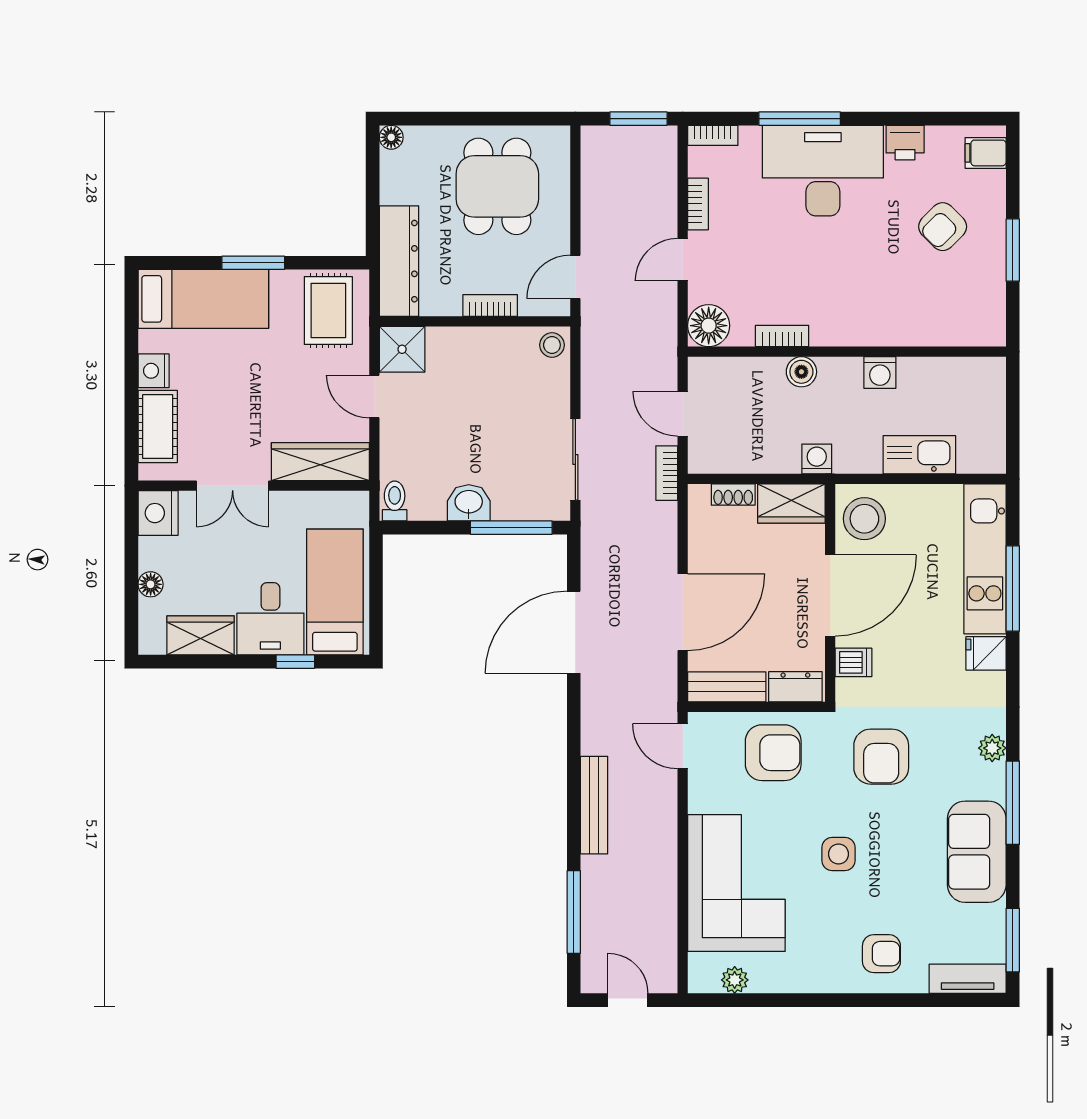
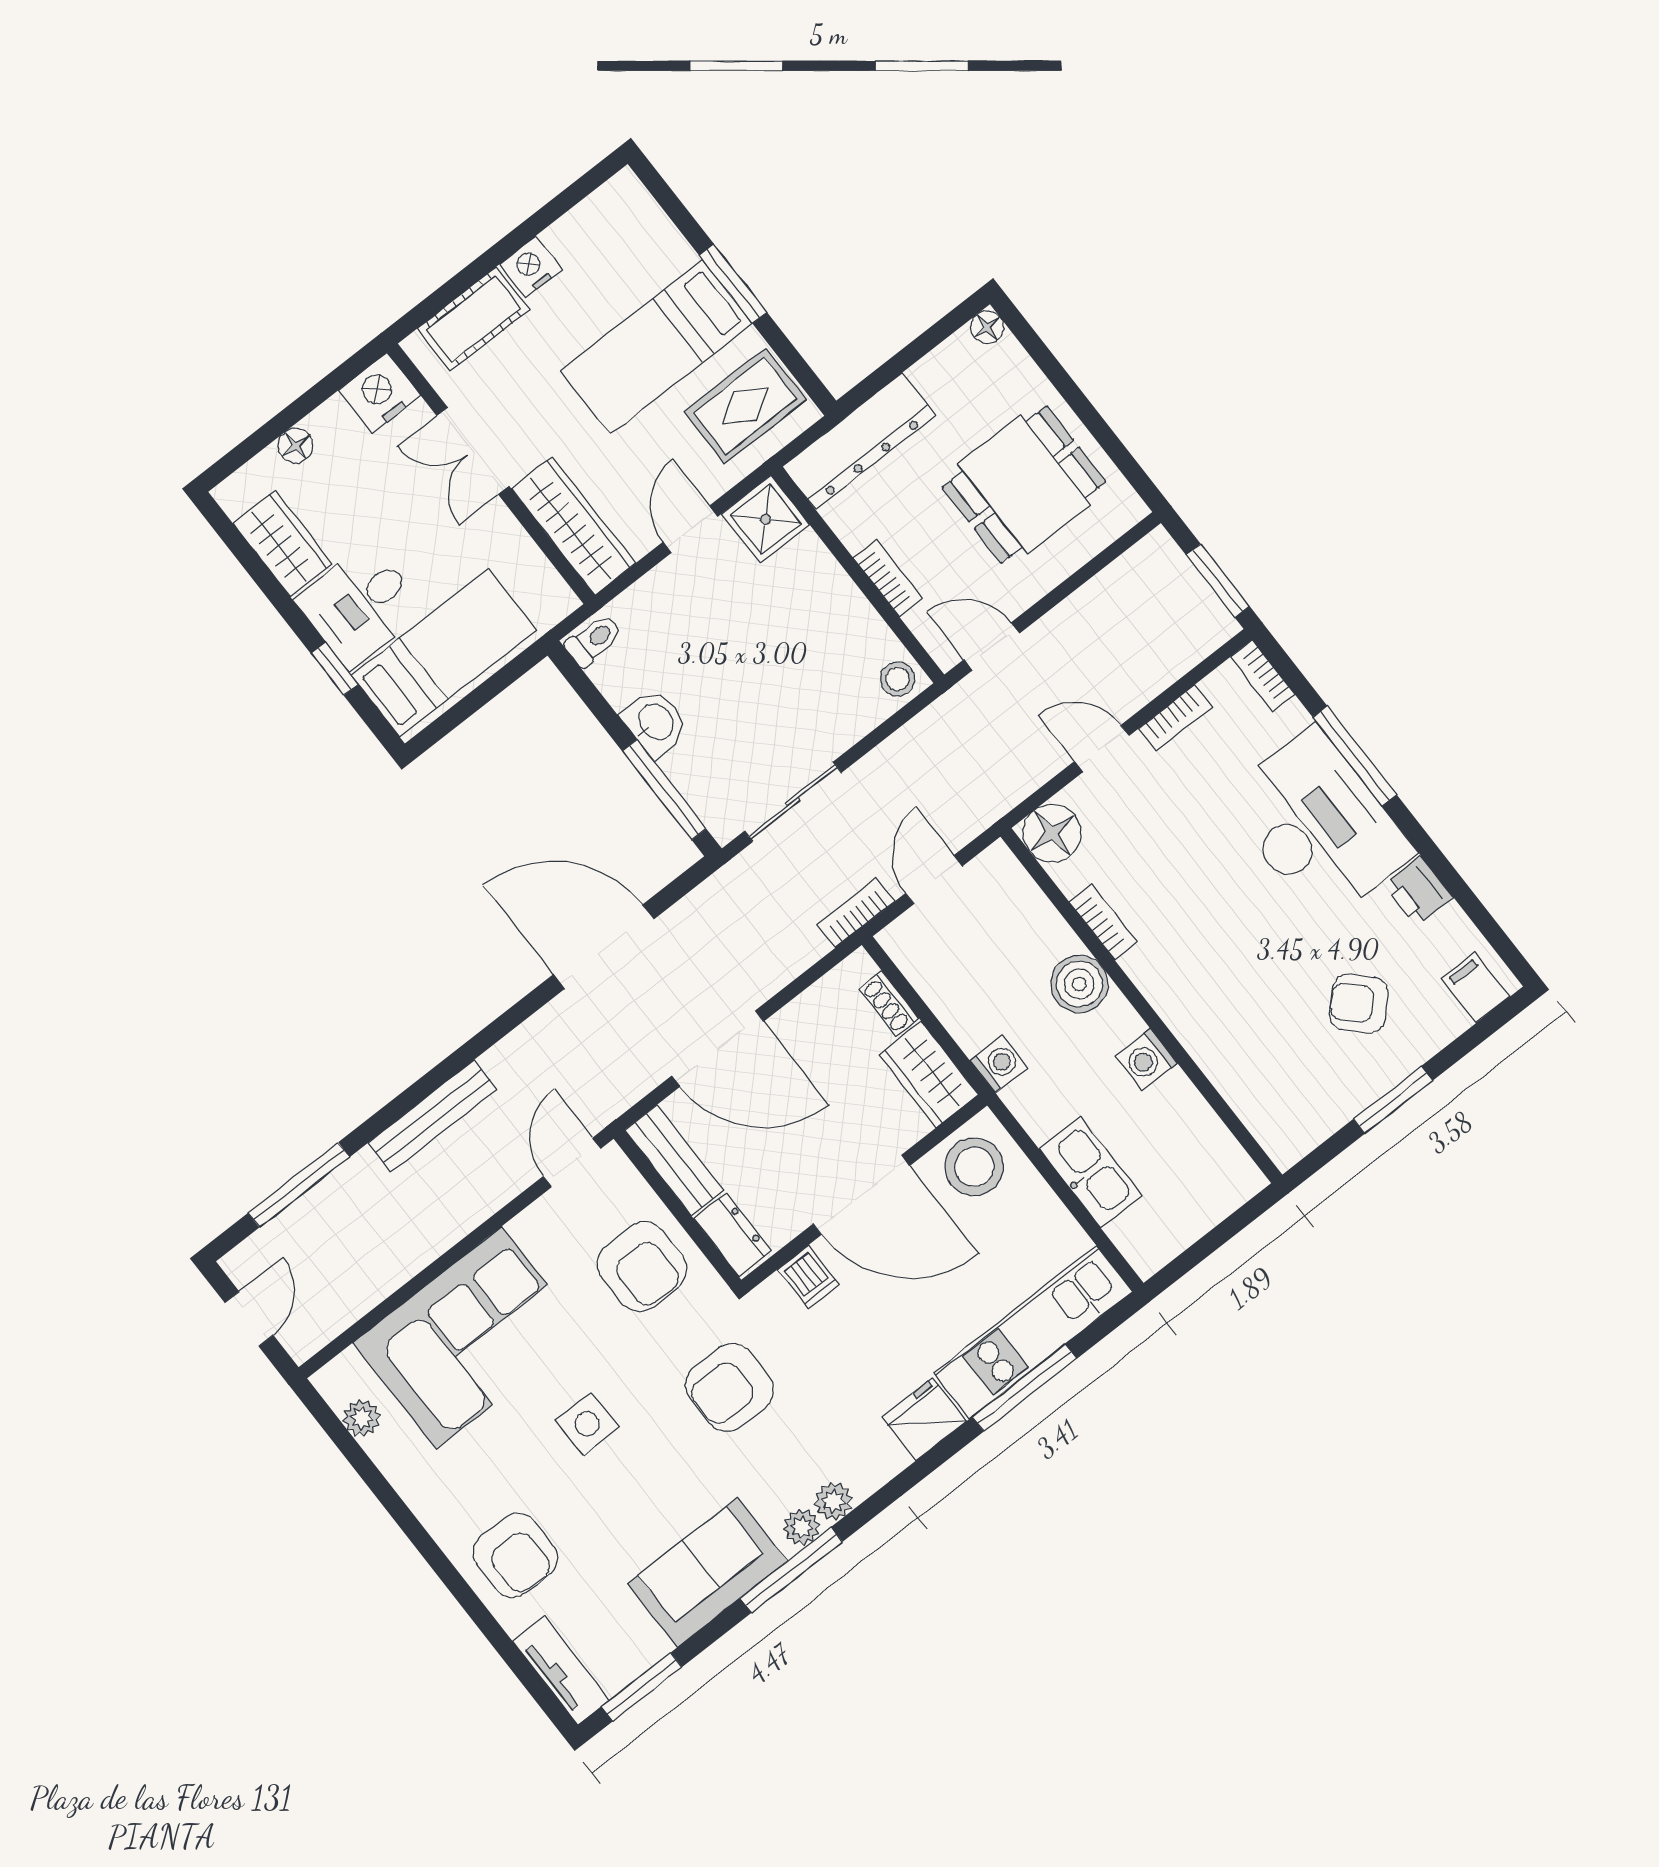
bed: (203, 299) -> (656, 347), moved, turned 90
boiler: (801, 372) -> (1079, 984), width x1.36, depth x1.36
fridge: (986, 653) -> (924, 1419), width x1.38
plant: (993, 778) -> (802, 1527), added
armchair: (881, 954) -> (515, 1555), width x1.38, depth x1.38

